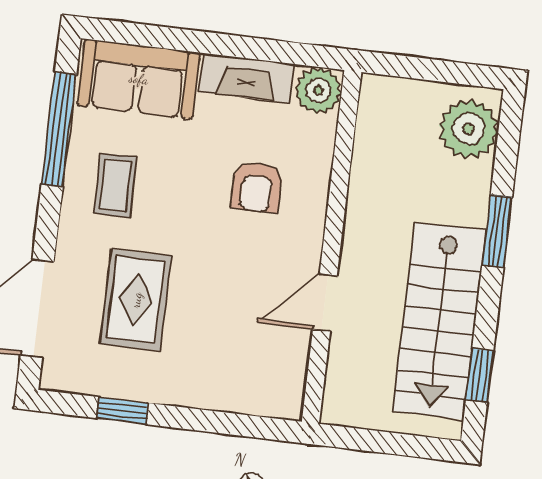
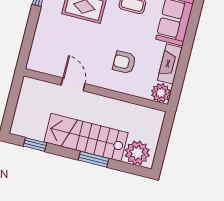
stairs: (439, 321) -> (86, 137), moved

